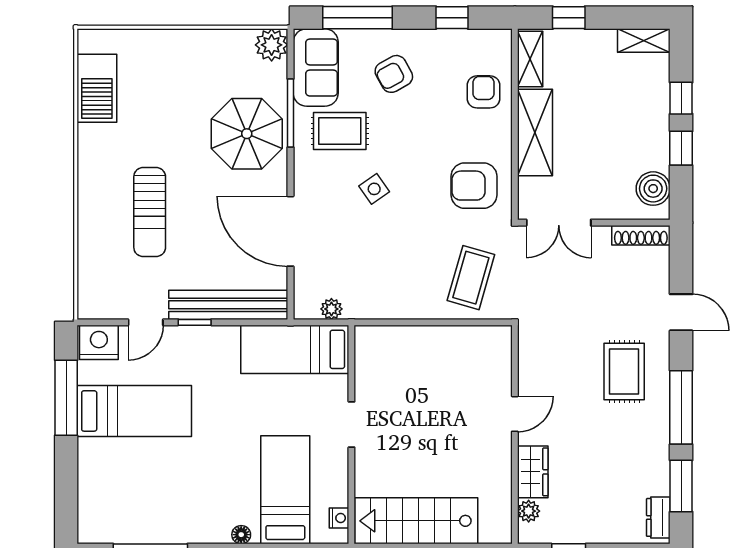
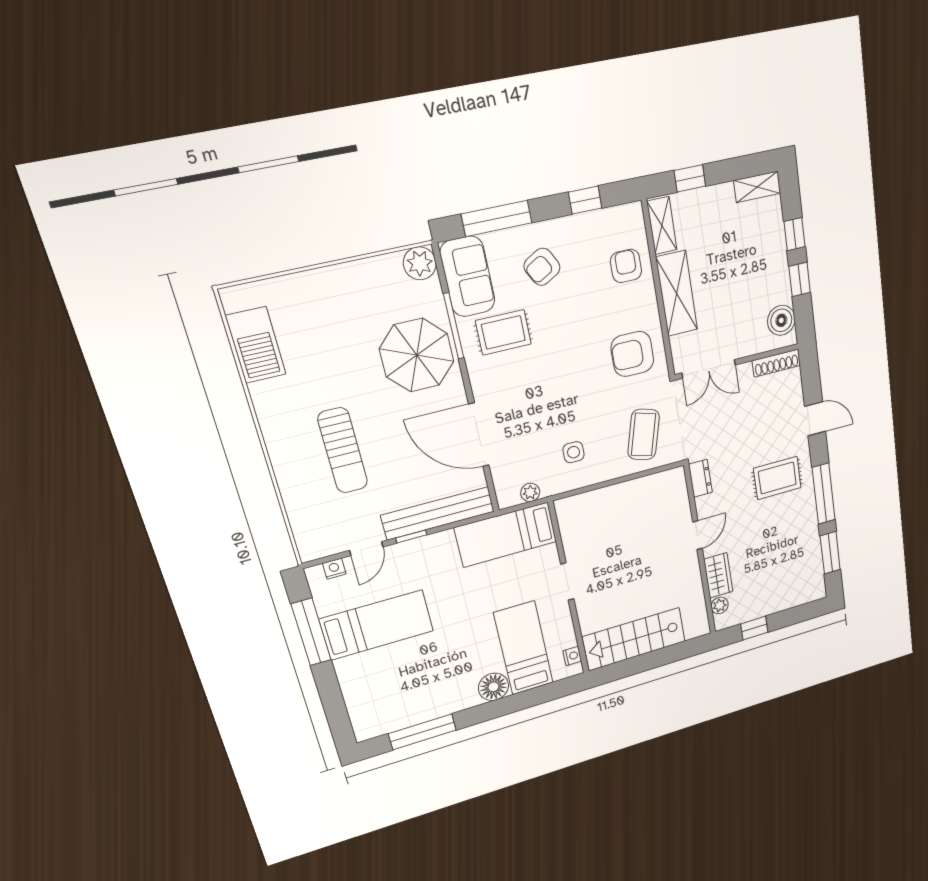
side table: (374, 189) -> (574, 452), moved, turned 35
nightstand: (99, 342) -> (334, 569), width x0.53, depth x0.56
rug: (624, 372) -> (777, 478), turned 90
dresser: (658, 517) -> (700, 478), moved, turned 180
floor lamp: (241, 535) -> (493, 687), width x1.89, depth x1.89

